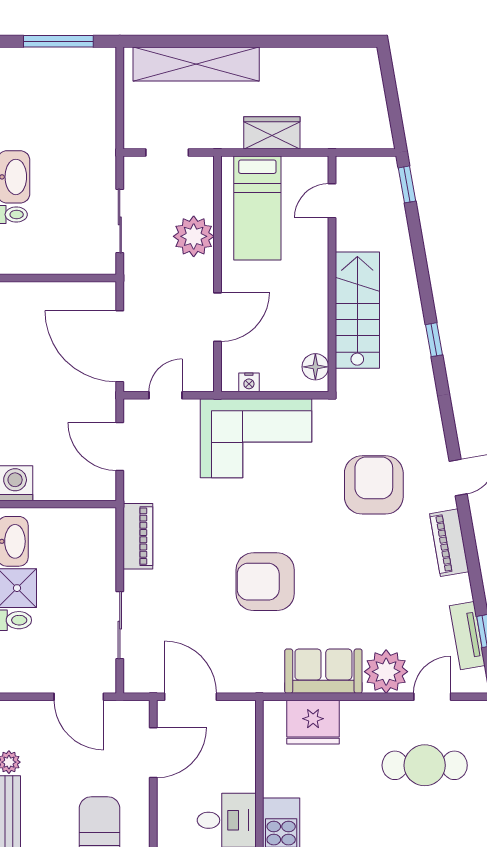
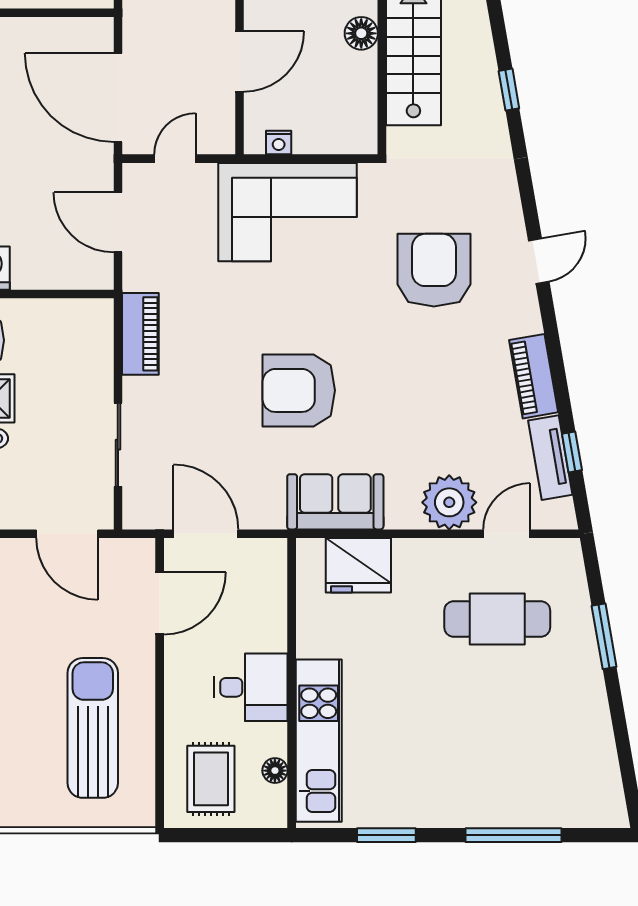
floor lamp: (315, 367) -> (361, 33), moved
piano: (449, 543) -> (534, 376), moved
sofa: (323, 671) -> (335, 502), moved

